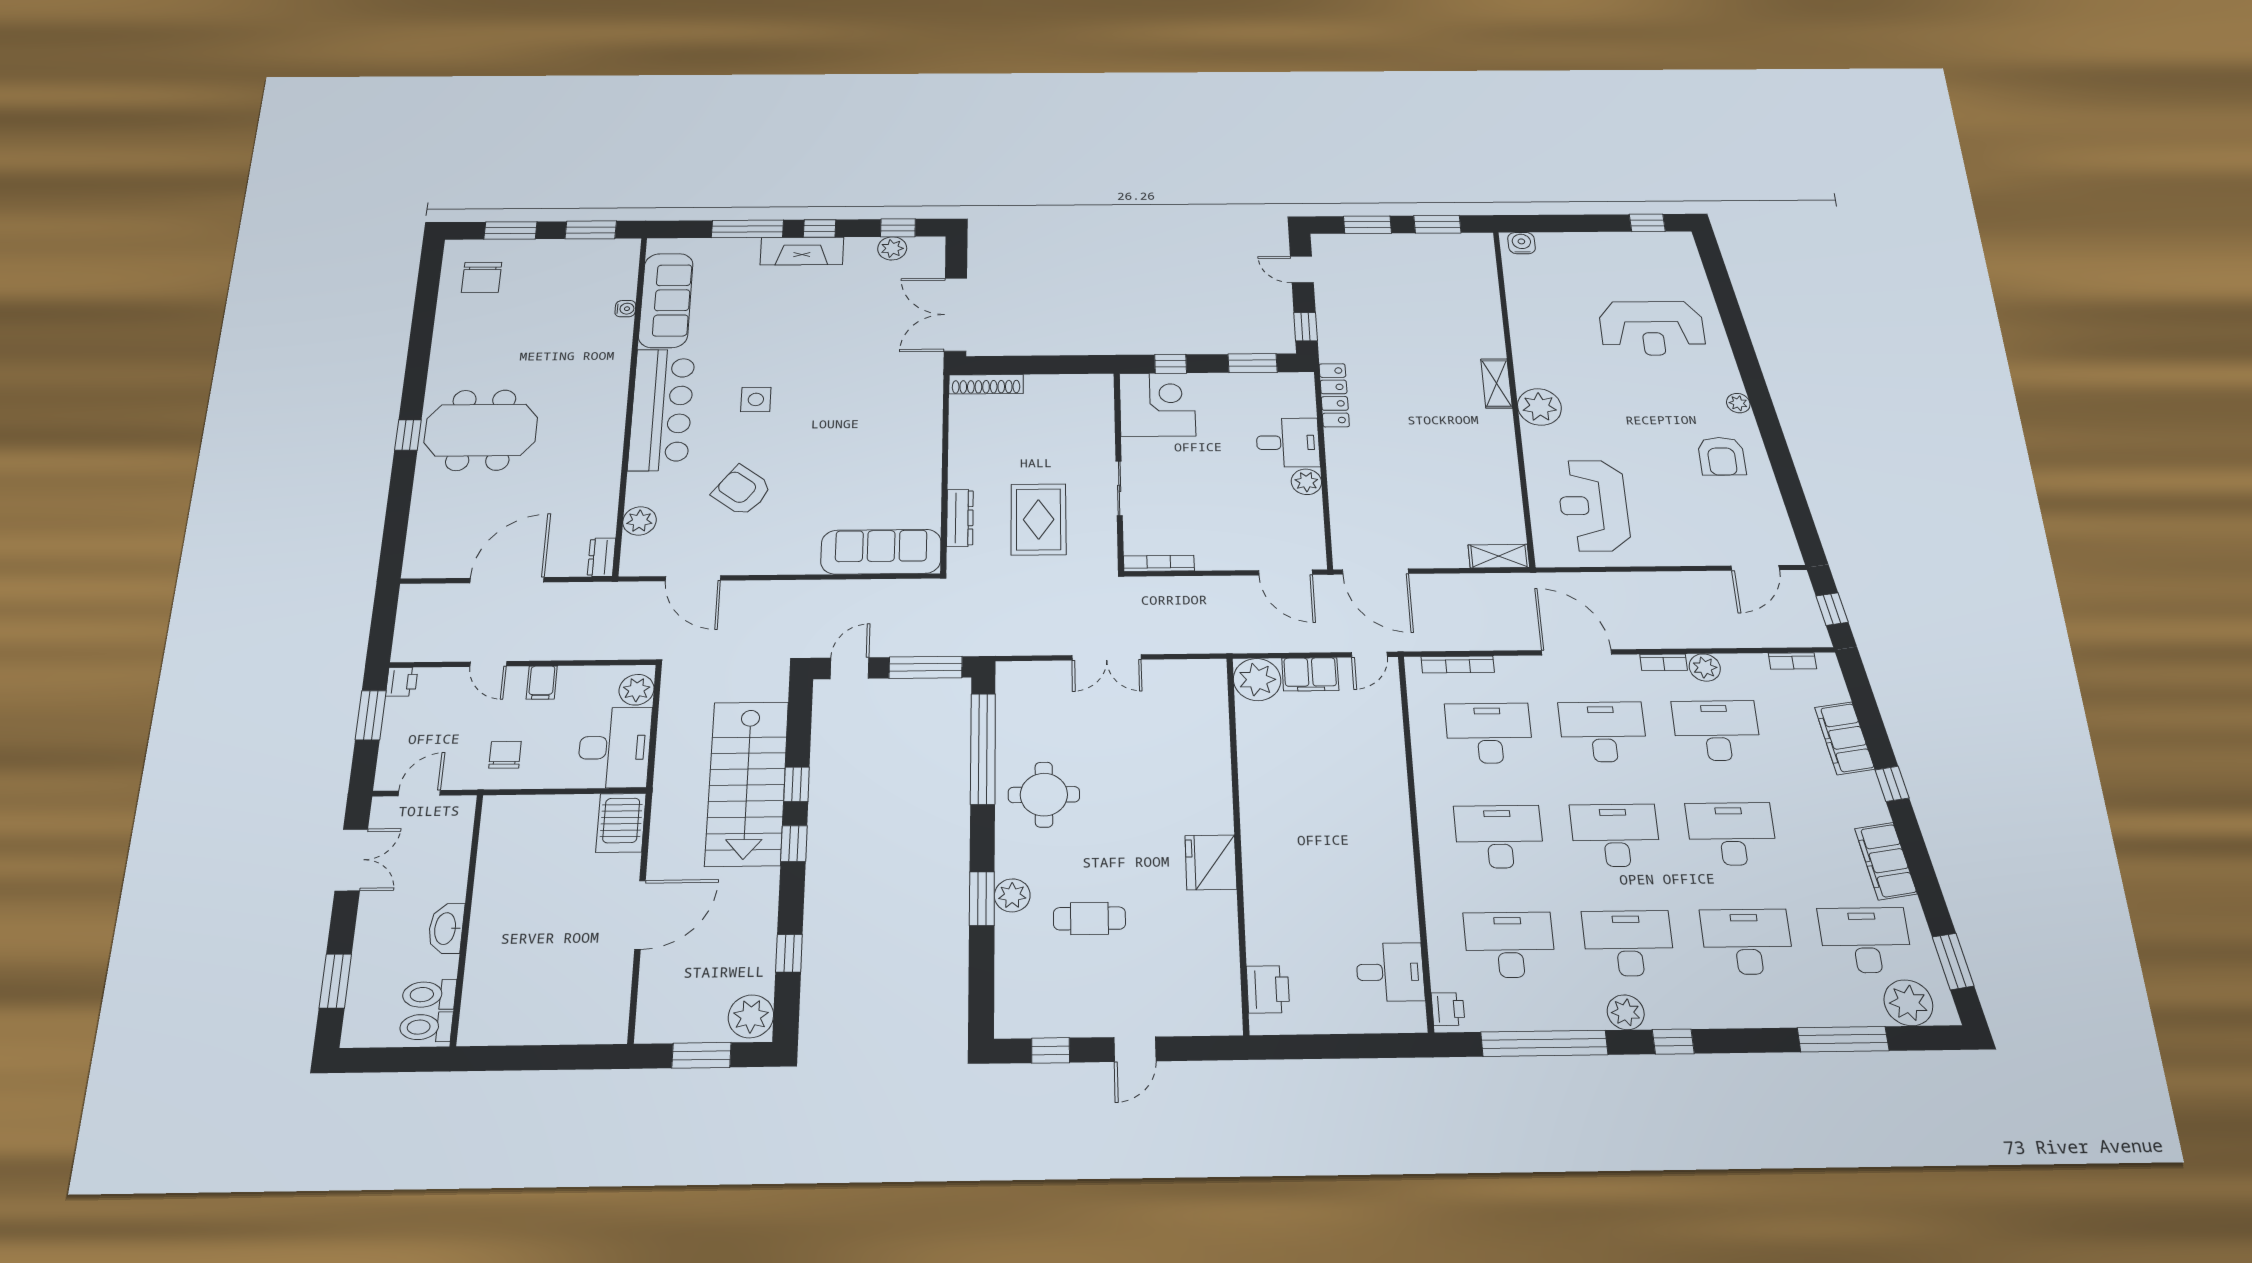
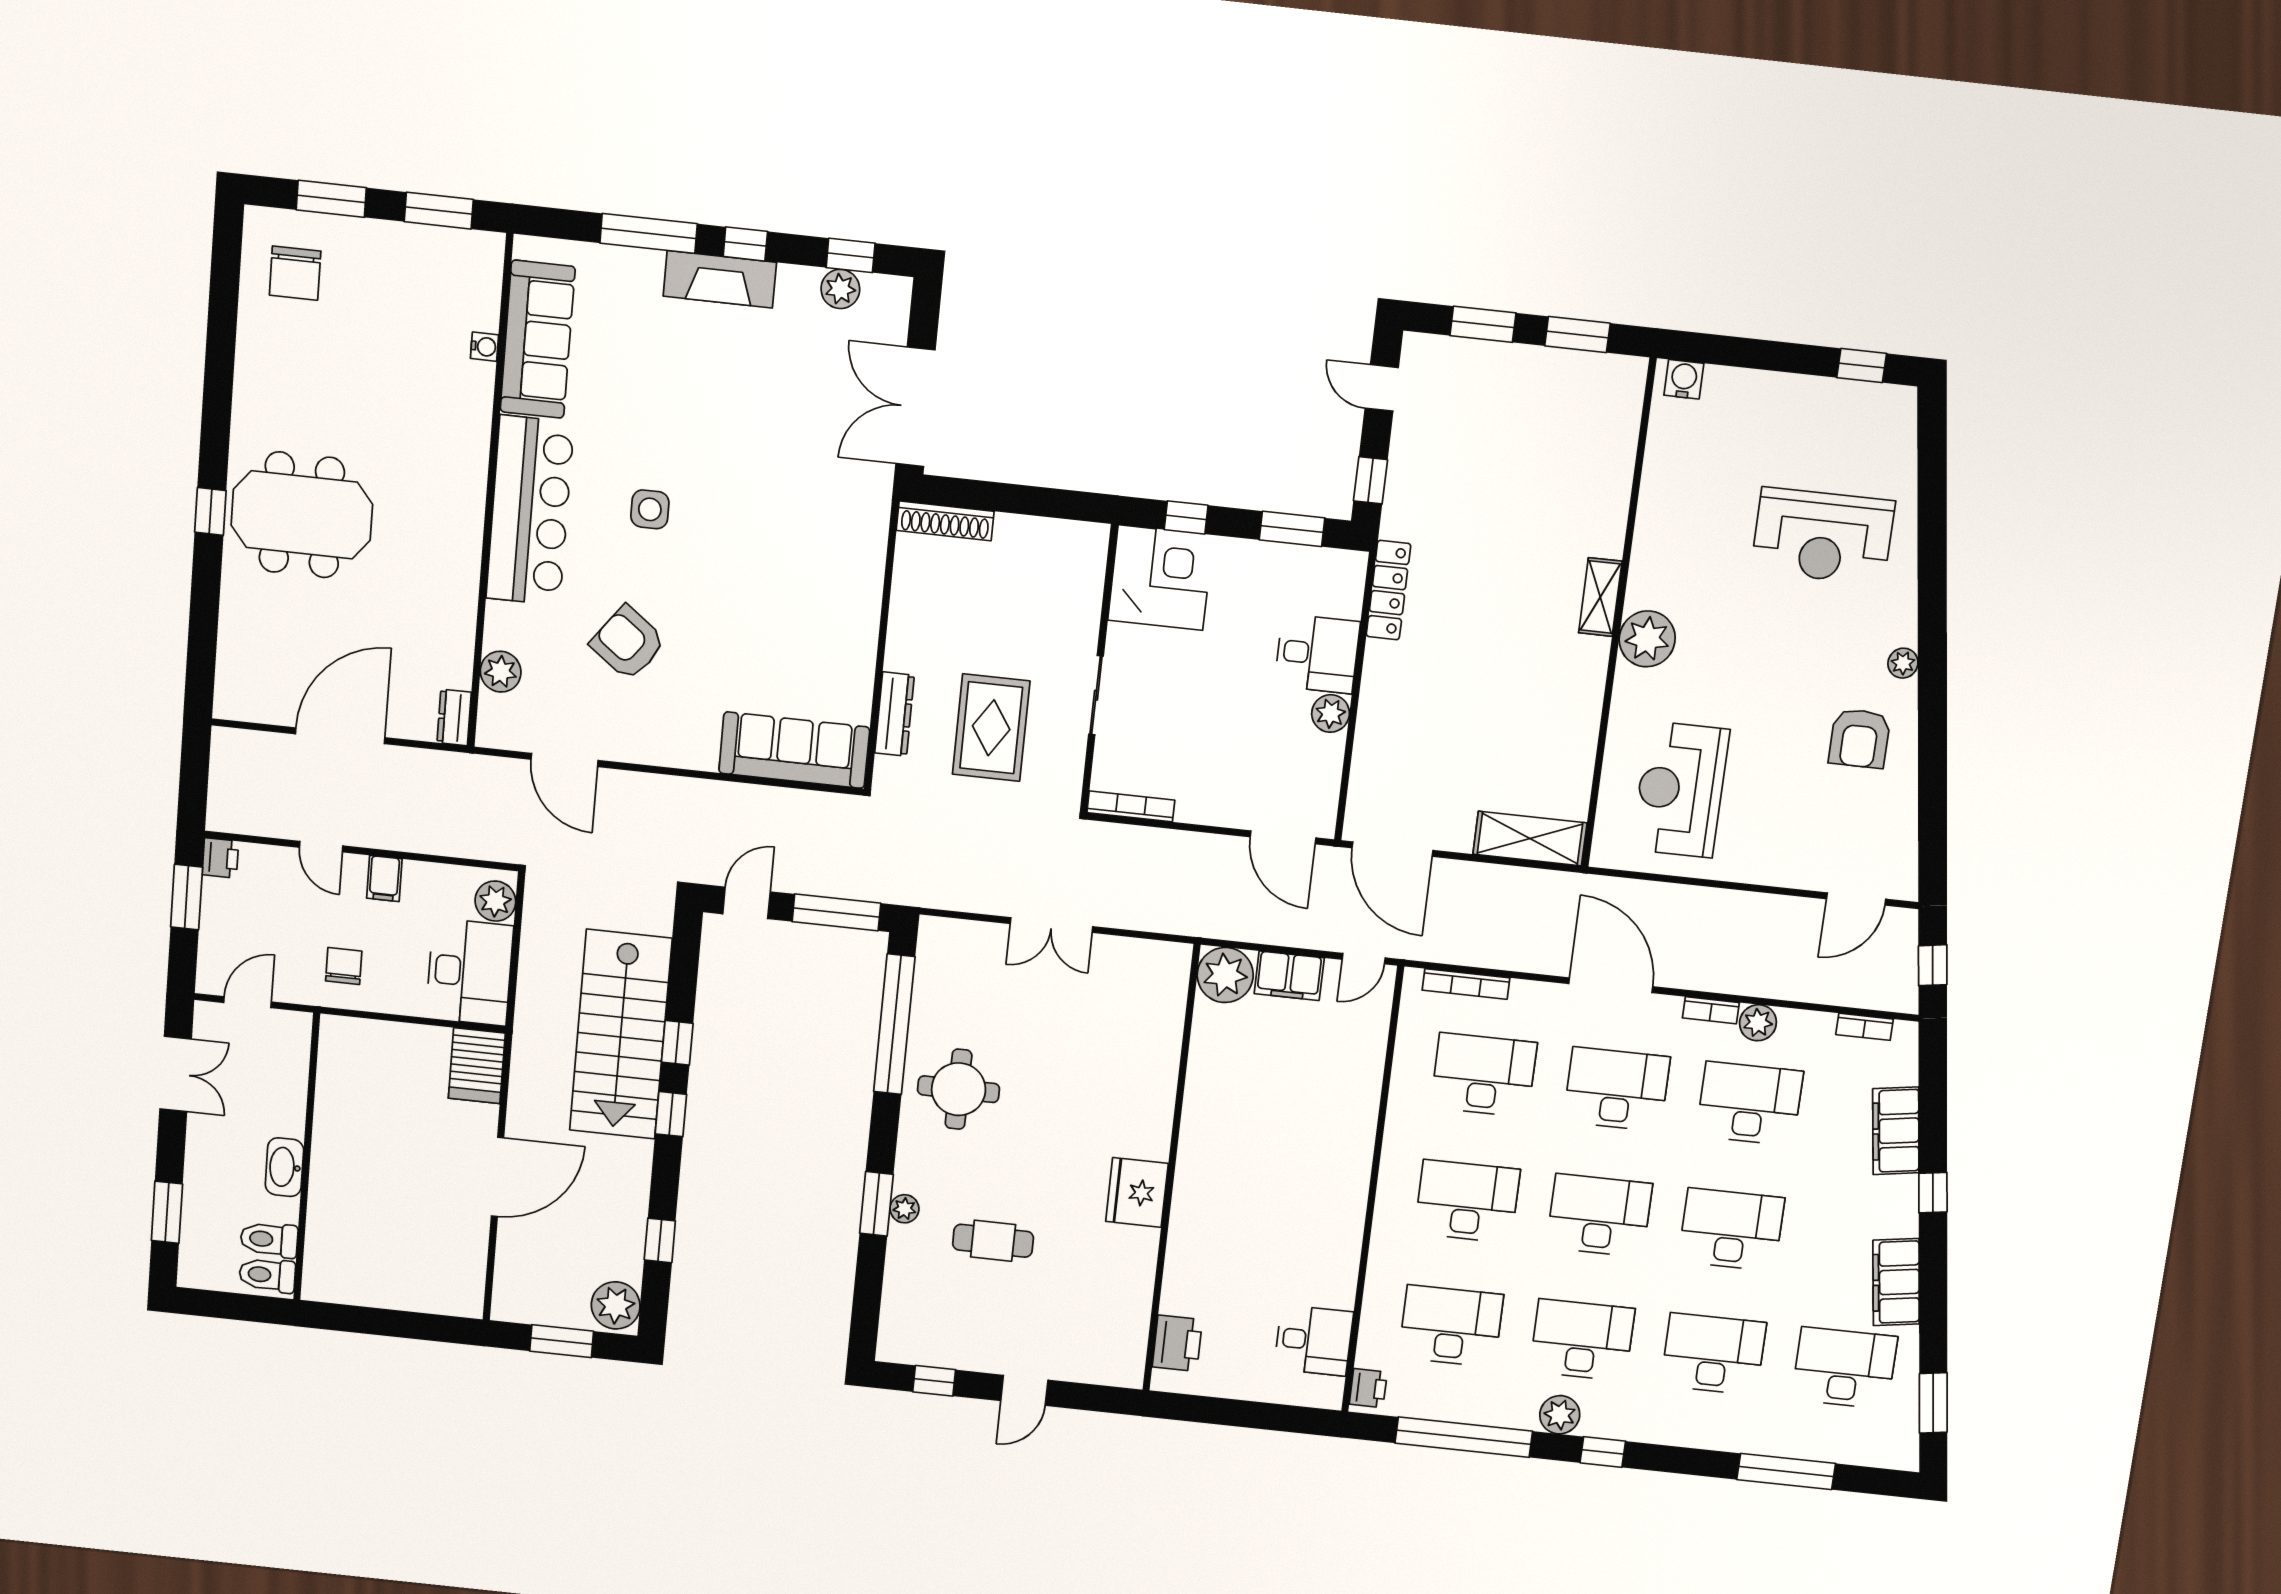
shelving: (1499, 556) -> (1530, 839), width x1.50, depth x1.33
plant: (1012, 895) -> (904, 1209), width x0.73, depth x0.73
plant: (1908, 1003) -> (1869, 1442), removed

